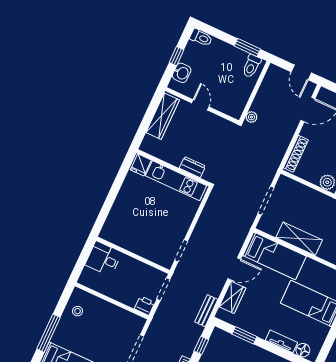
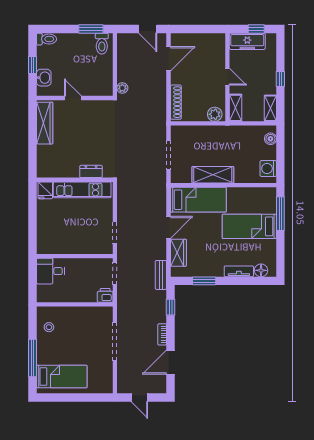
fridge: (141, 165) -> (45, 190), moved
dresser: (192, 167) -> (91, 171), moved
wall: (173, 168) -> (75, 180), moved
kitchen unit: (176, 181) -> (82, 190), moved

